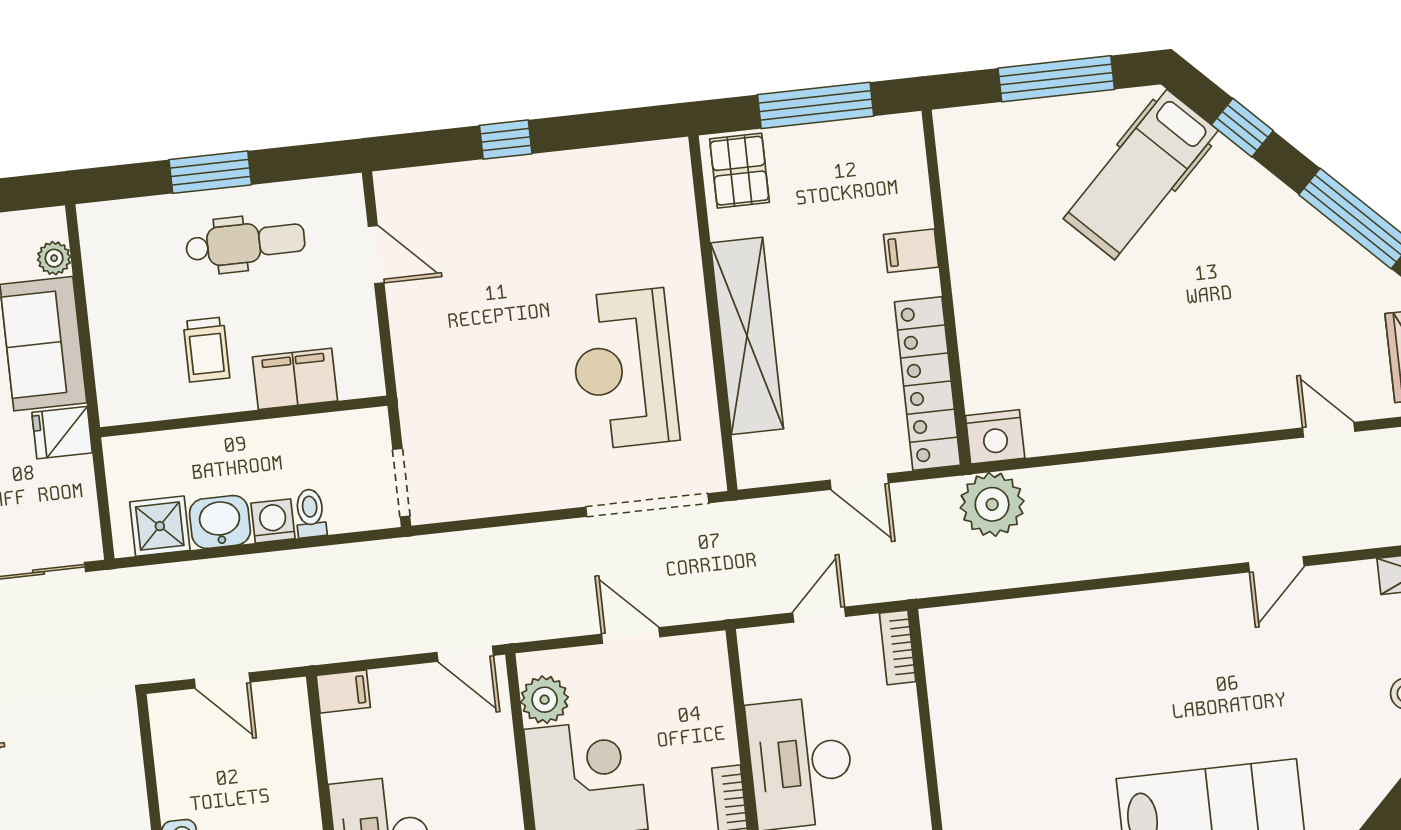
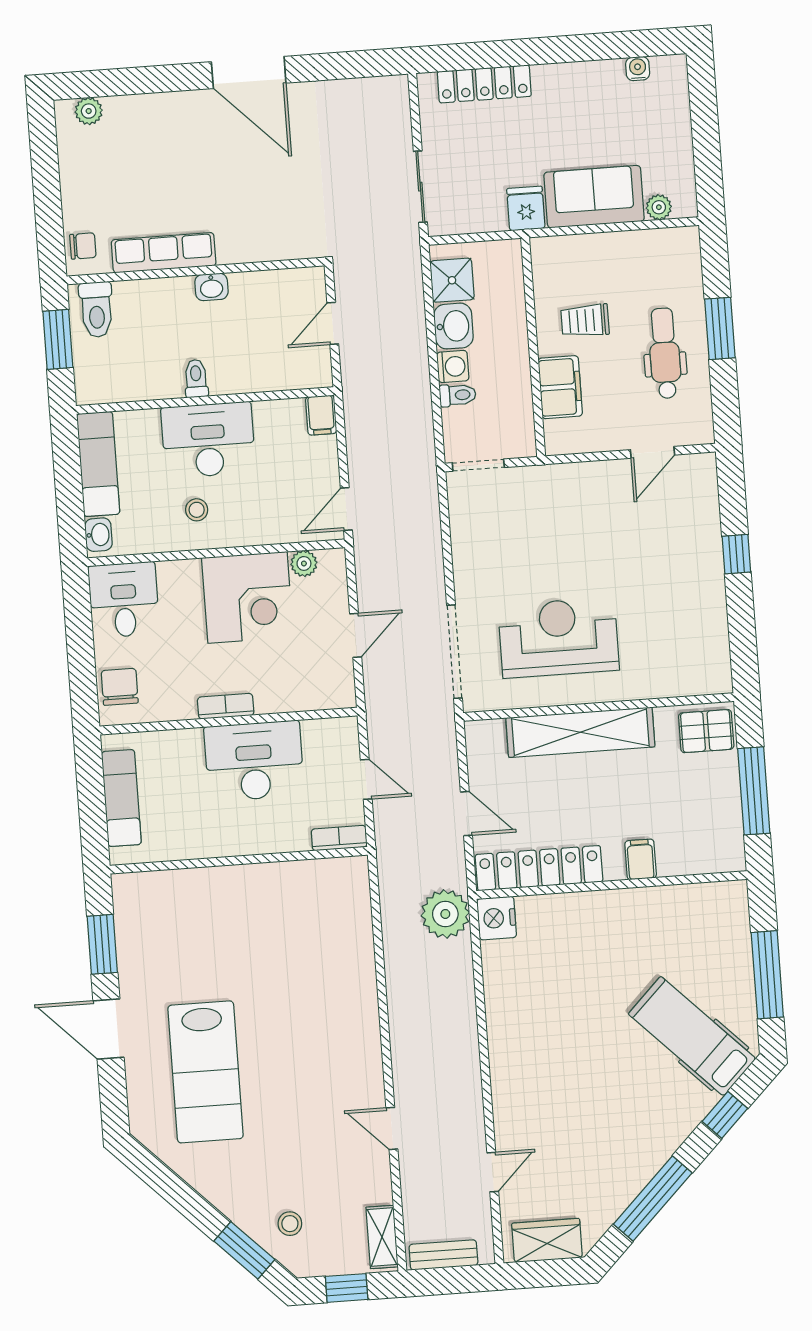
dental chair: (245, 243) -> (665, 353), turned 180
door: (859, 482) -> (466, 814), swing flipped
plant: (545, 700) -> (304, 563), width x0.73, depth x0.73

